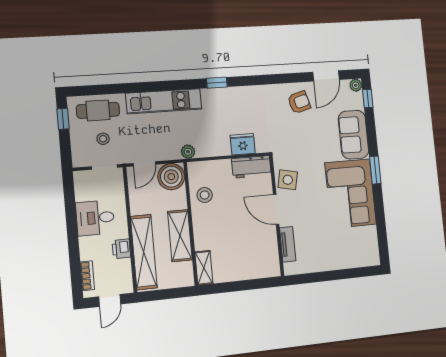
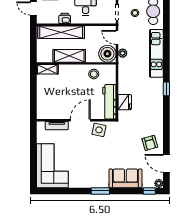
plant: (188, 152) -> (123, 53), moved
workbench: (251, 167) -> (109, 102), width x1.37
corner sofa: (351, 193) -> (52, 166), moved, turned 90

